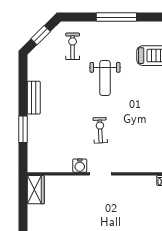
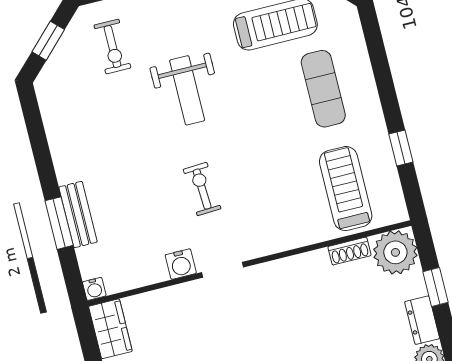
exercise bike: (73, 46) -> (112, 47), turned 180
bench: (34, 98) -> (78, 214), moved
water cooler: (33, 167) -> (94, 289), added

